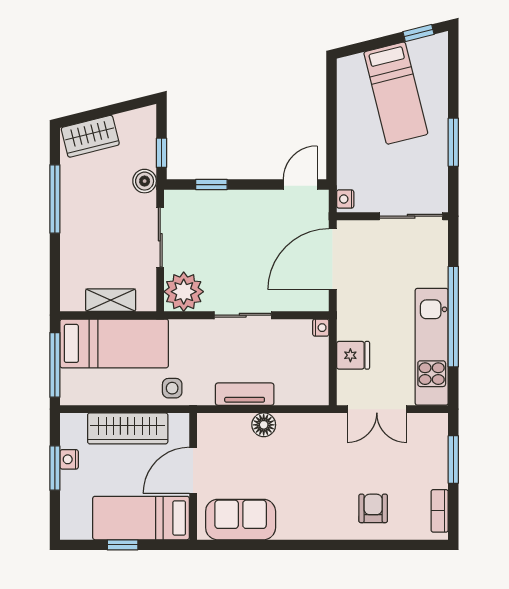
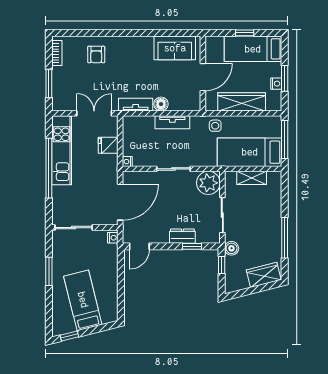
dresser: (228, 202) -> (182, 236), added
tv unit: (307, 424) -> (136, 105), added
bed: (141, 518) -> (253, 49), moved, turned 180

